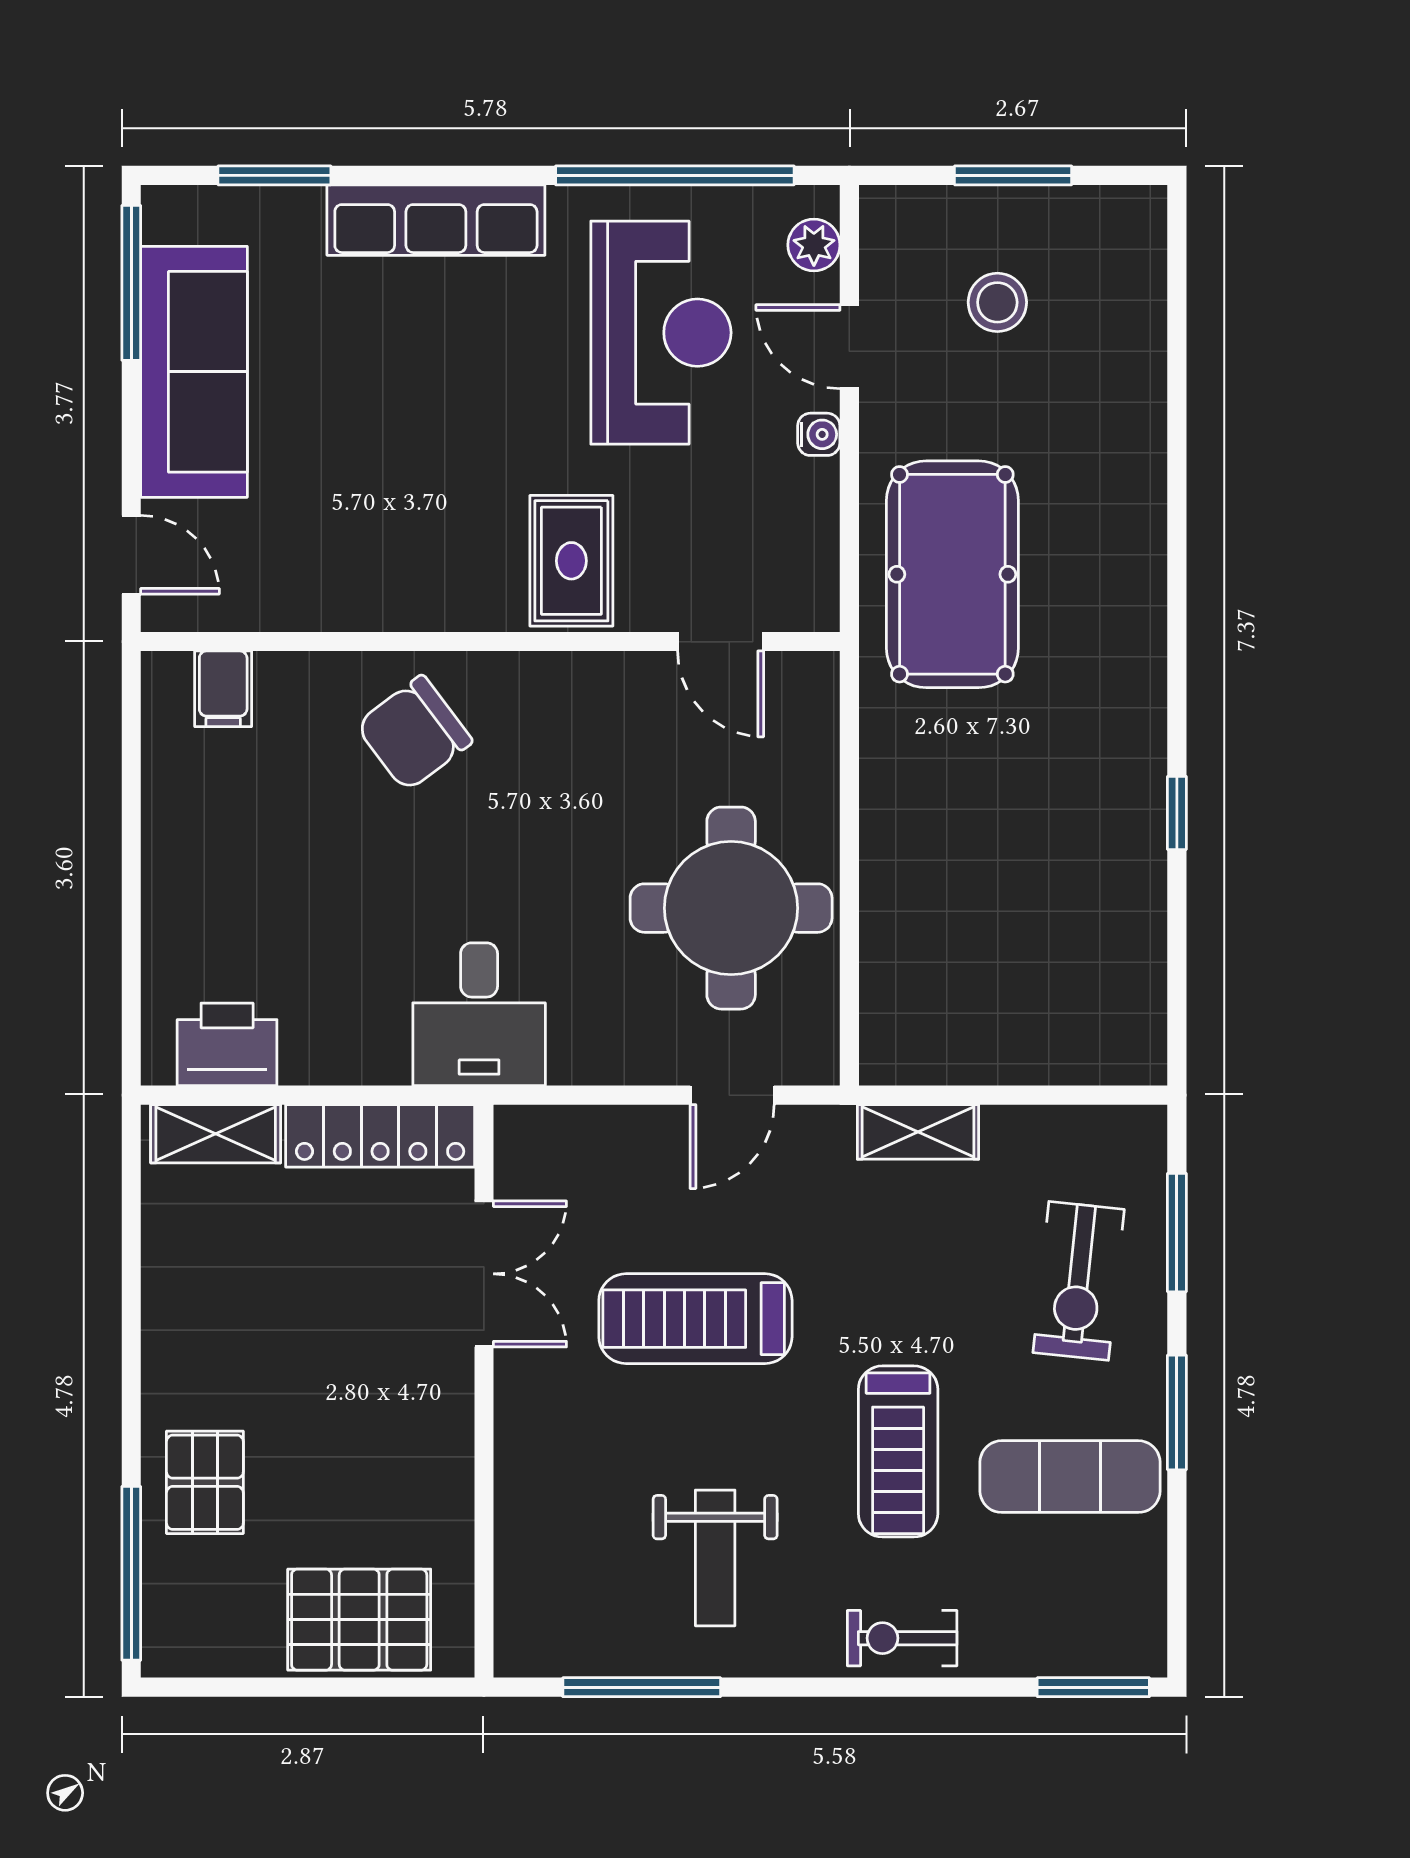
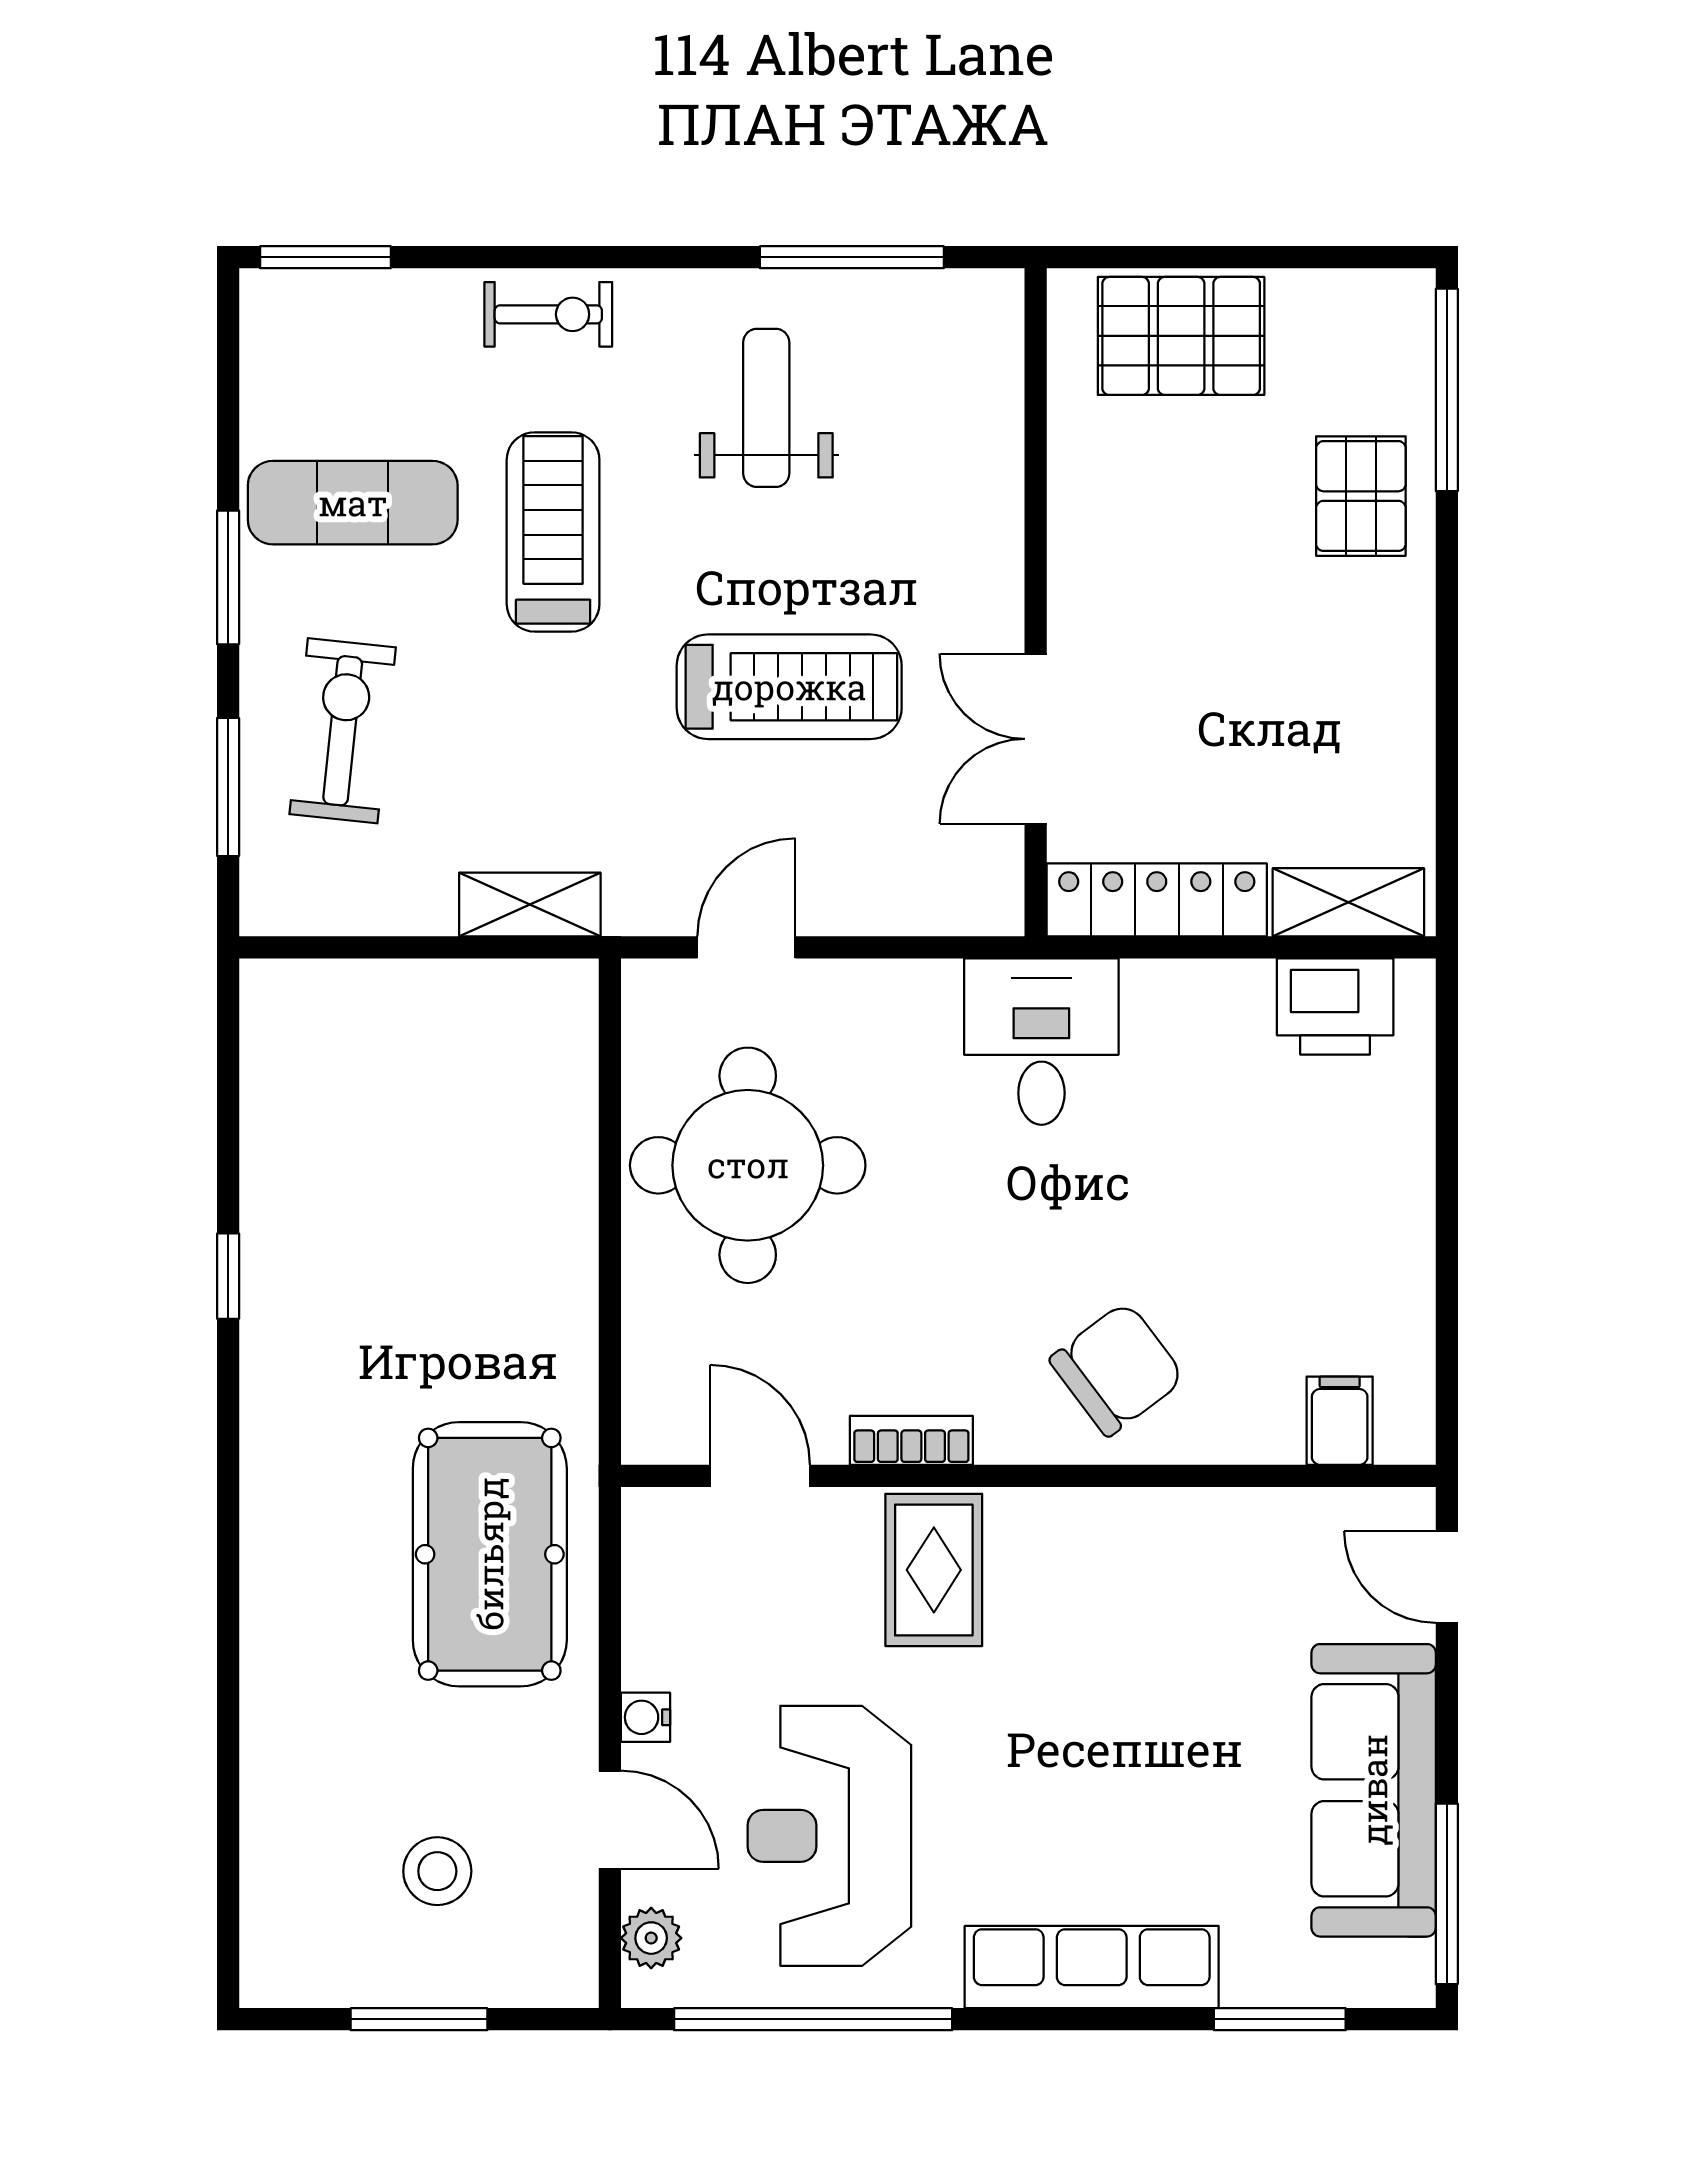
bookcase: (591, 672) -> (911, 1440), added

